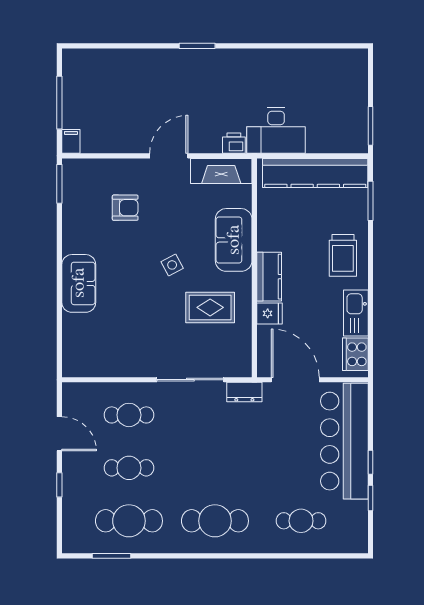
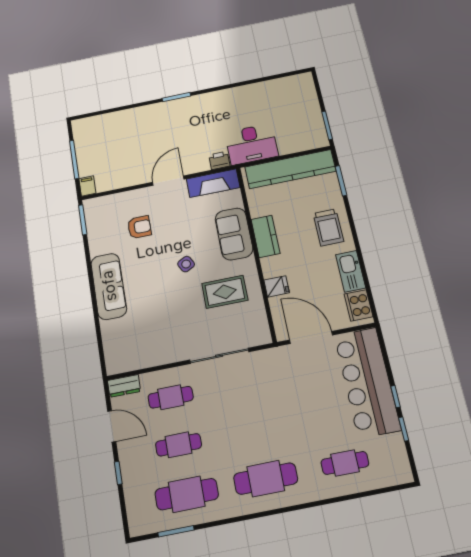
kitchen counter: (269, 277) -> (265, 236), moved
sofa: (79, 283) -> (109, 286), width x1.36
dresser: (244, 392) -> (124, 386), moved

